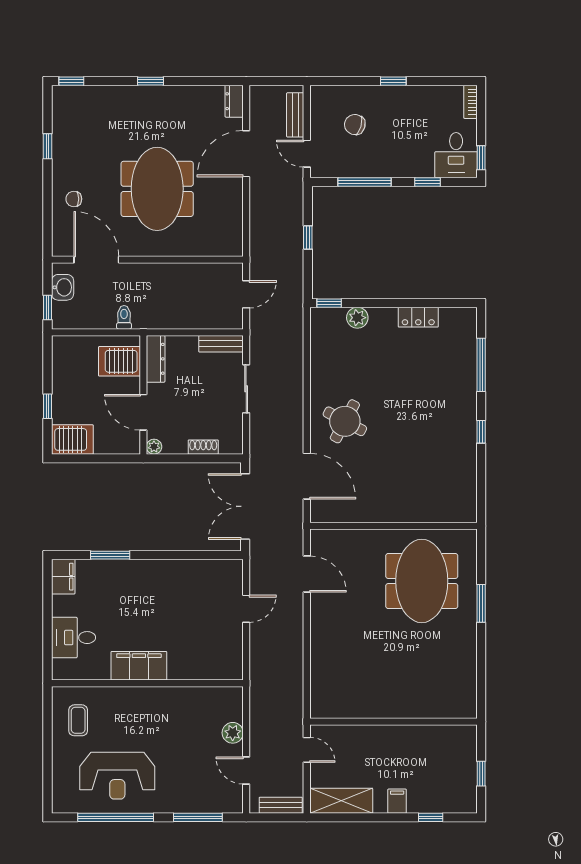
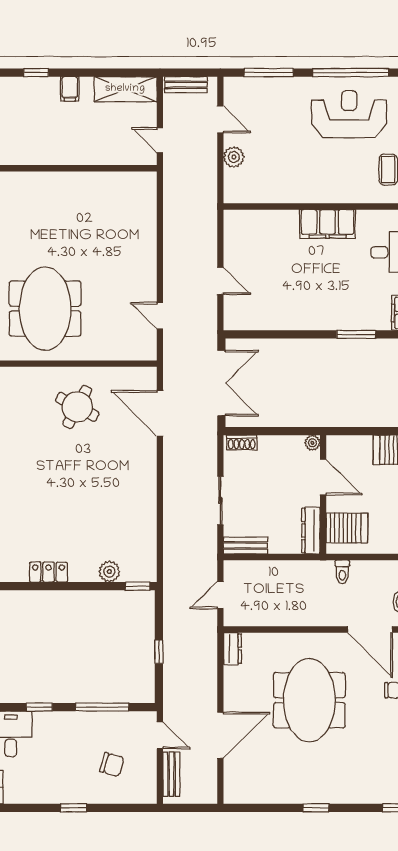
dresser: (234, 101) -> (232, 649), moved
round table: (345, 421) -> (77, 407), moved
shoe rack: (203, 447) -> (242, 442), moved
door: (307, 574) -> (160, 316), width x0.73
door: (246, 609) -> (220, 281), swing flipped

